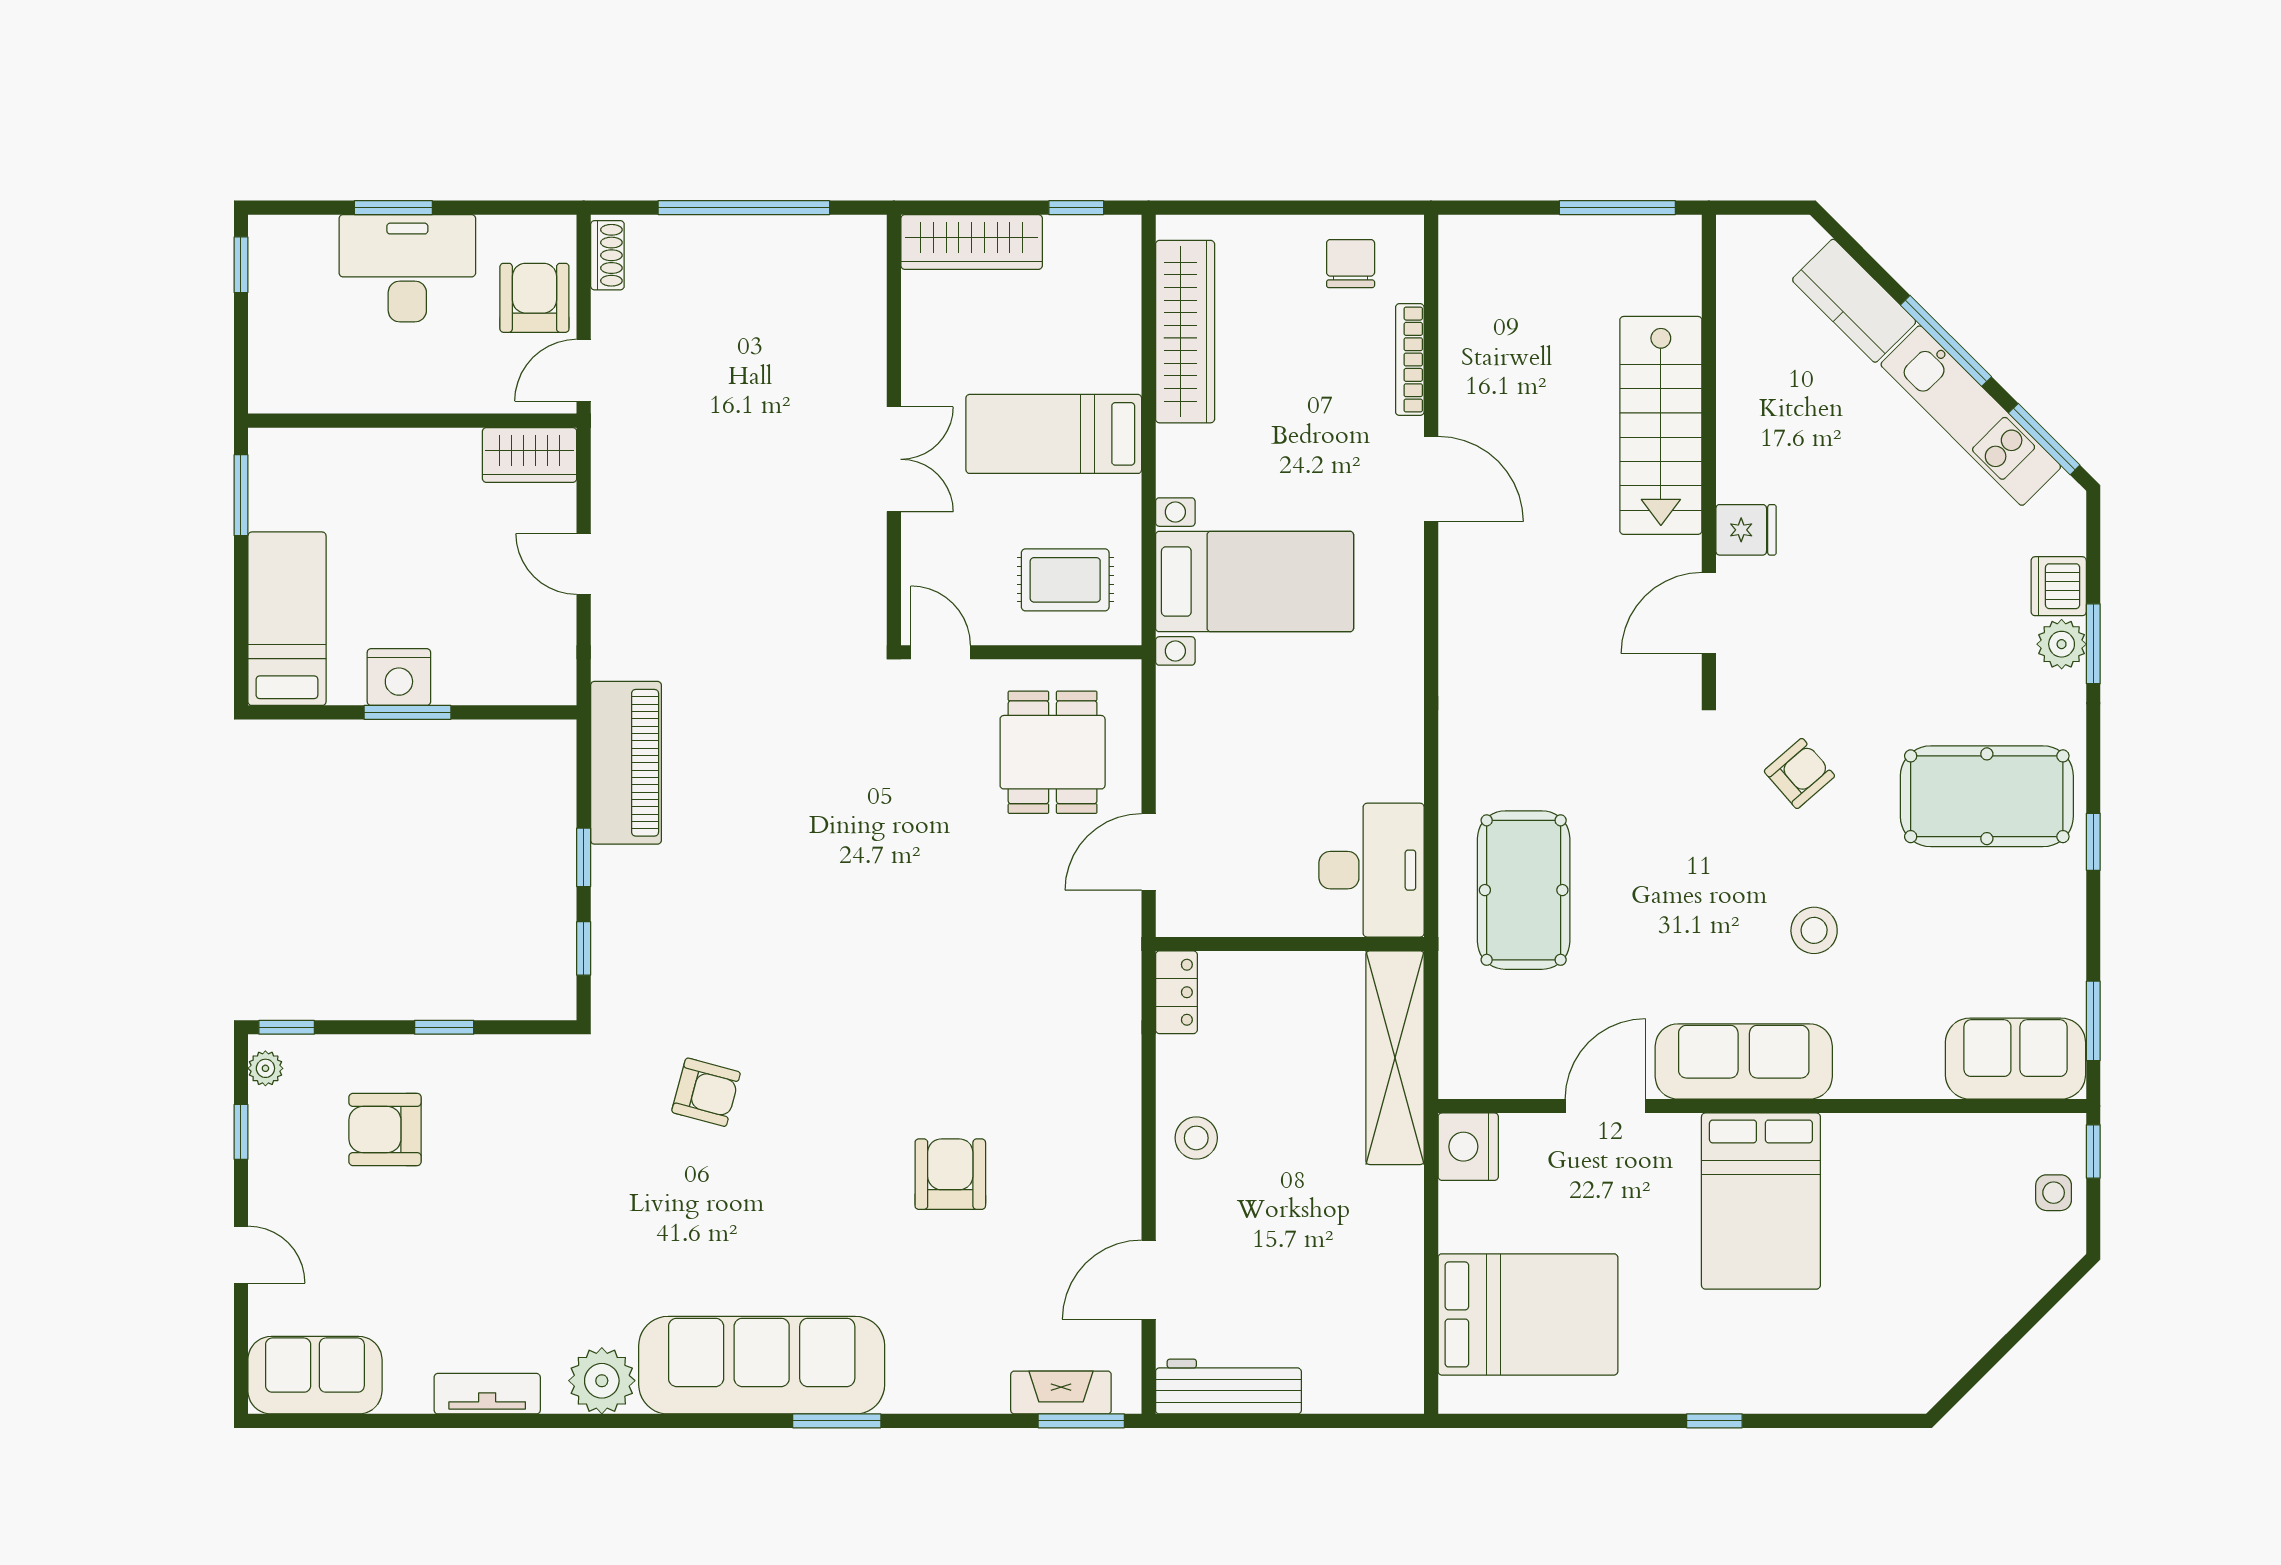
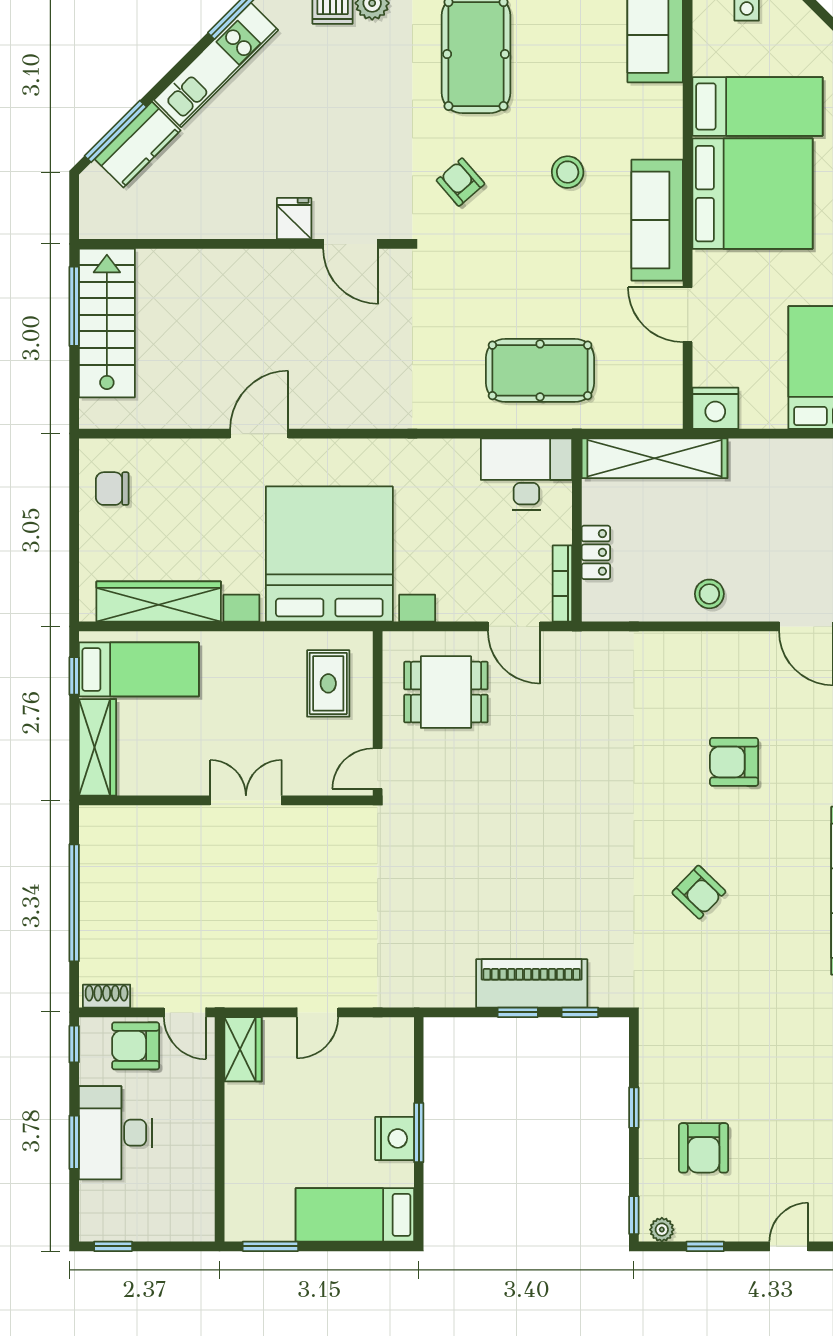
window: (537, 208) -> (74, 1044), added
window: (1946, 341) -> (116, 131), moved
bookcase: (1410, 360) -> (562, 584), moved, turned 90
stairs: (1661, 425) -> (107, 323), moved, turned -90
bed: (1054, 434) -> (139, 669), moved, turned -90
bed with nightstands: (1255, 582) -> (329, 554), width x1.85
piano: (626, 763) -> (532, 983), moved
locker: (1176, 992) -> (596, 552), moved, turned 90
armchair: (706, 1092) -> (699, 892), moved, turned 119
bed: (1761, 1201) -> (752, 194), width x1.36
bed: (1910, 1208) -> (757, 106), added

